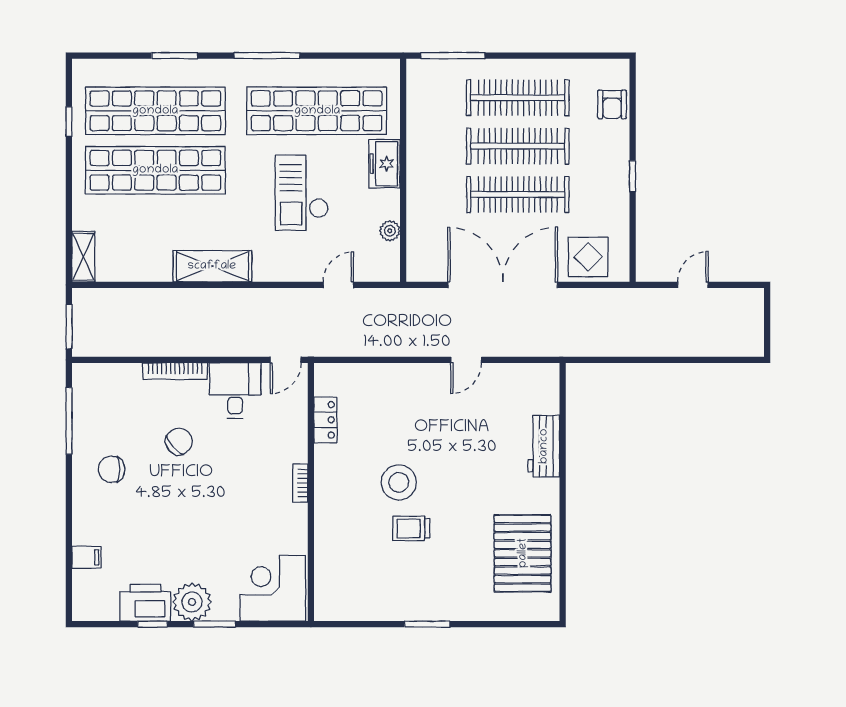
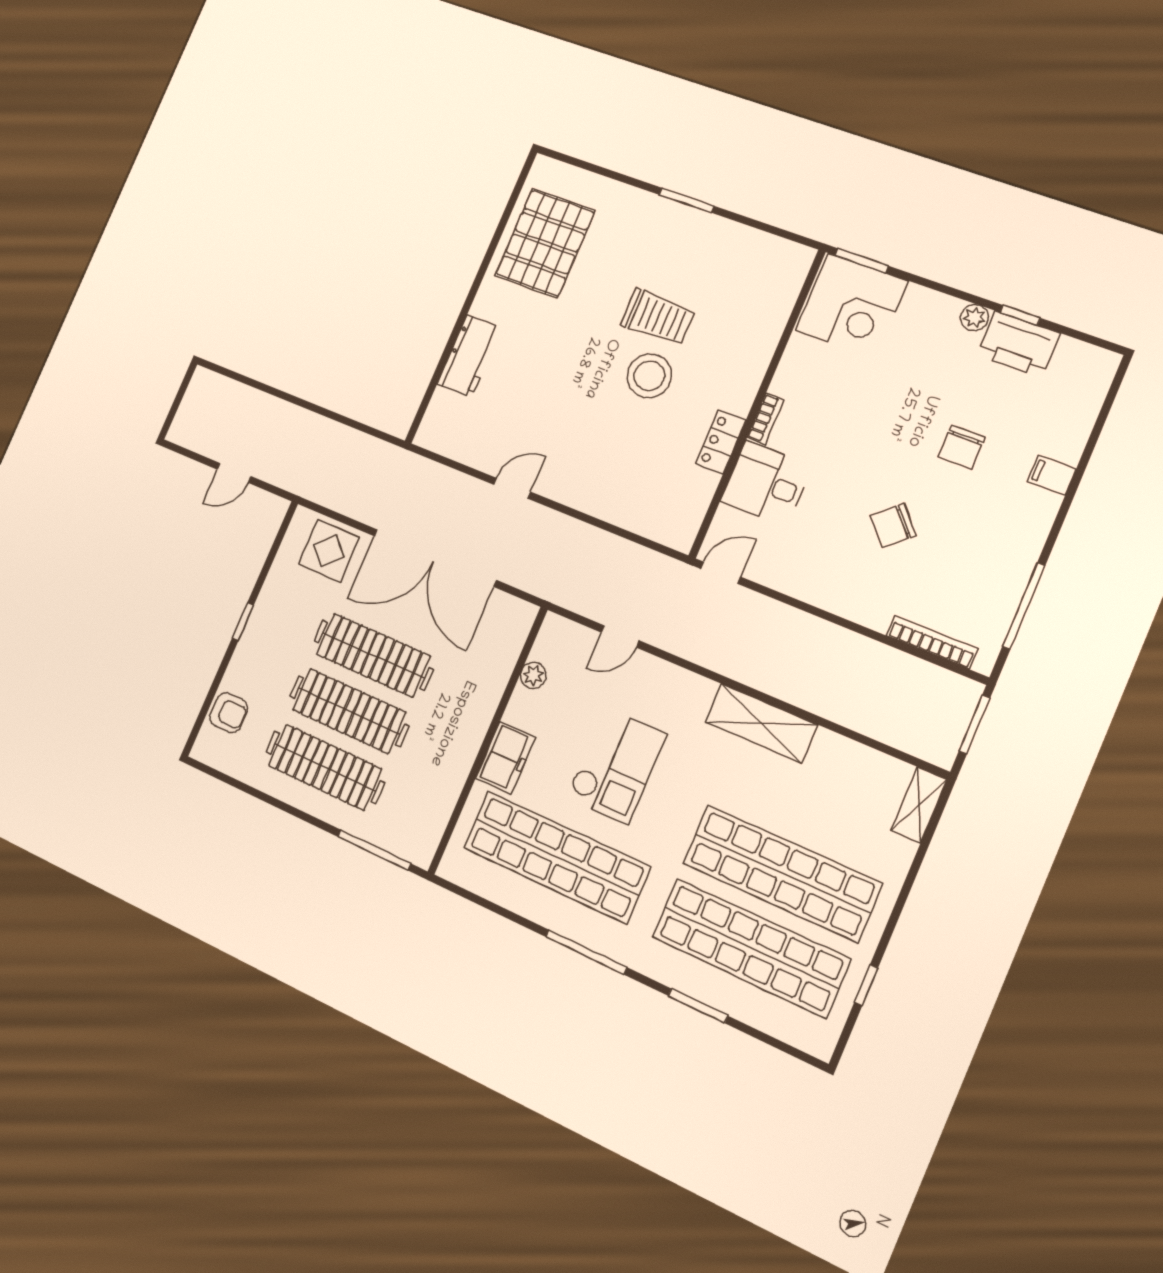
armchair: (612, 104) -> (229, 713), turned 90
bookcase: (175, 371) -> (932, 642), moved
desk: (235, 391) -> (766, 484), moved, turned 90
locker: (325, 420) -> (721, 442), moved
chair: (112, 469) -> (962, 447), moved, turned 90
trolley: (411, 528) -> (658, 317), width x1.36, depth x1.39
filing cabinet: (86, 557) -> (1052, 475), moved
plant: (192, 602) -> (974, 318), width x0.53, depth x0.53
window: (214, 624) -> (862, 261), moved

